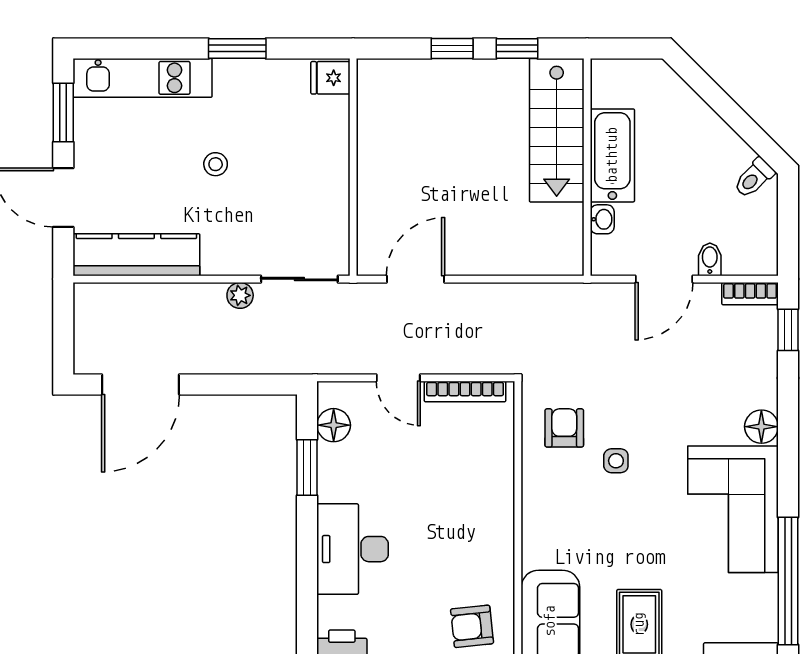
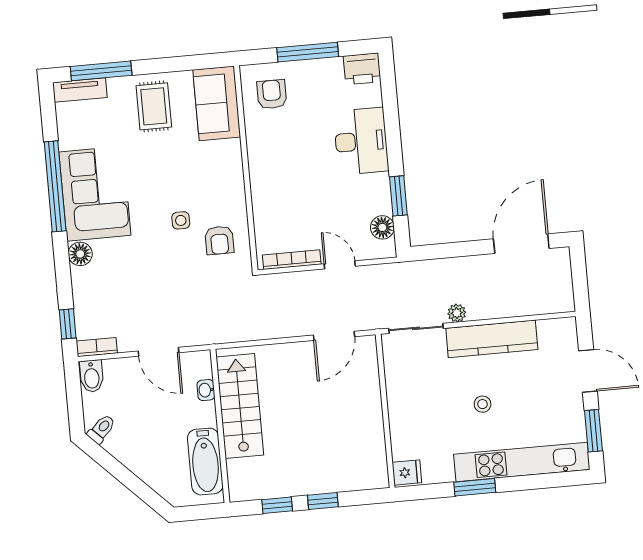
kitchen unit: (143, 78) -> (522, 462), width x1.36
stairs: (557, 130) -> (240, 406), moved
bathtub: (612, 155) -> (205, 462), moved
kitchen counter: (136, 255) -> (492, 339), moved
bidet: (710, 259) -> (92, 376), moved, width x1.38, depth x1.36
door: (664, 279) -> (159, 352), swing flipped
window: (788, 581) -> (55, 186), moved
armchair: (472, 626) -> (272, 94), turned -84

